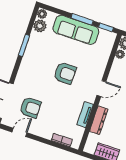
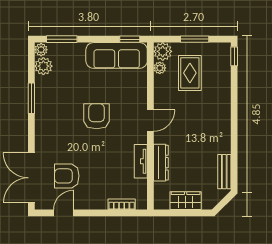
window: (82, 19) -> (62, 39), moved
sofa: (76, 30) -> (117, 55), moved
armchair: (65, 73) -> (97, 116), turned -90
armchair: (30, 108) -> (67, 176), turned 180

